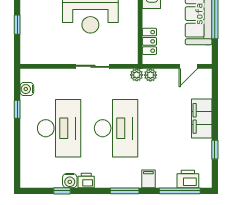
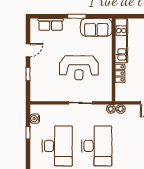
locker: (149, 41) -> (120, 73), moved

